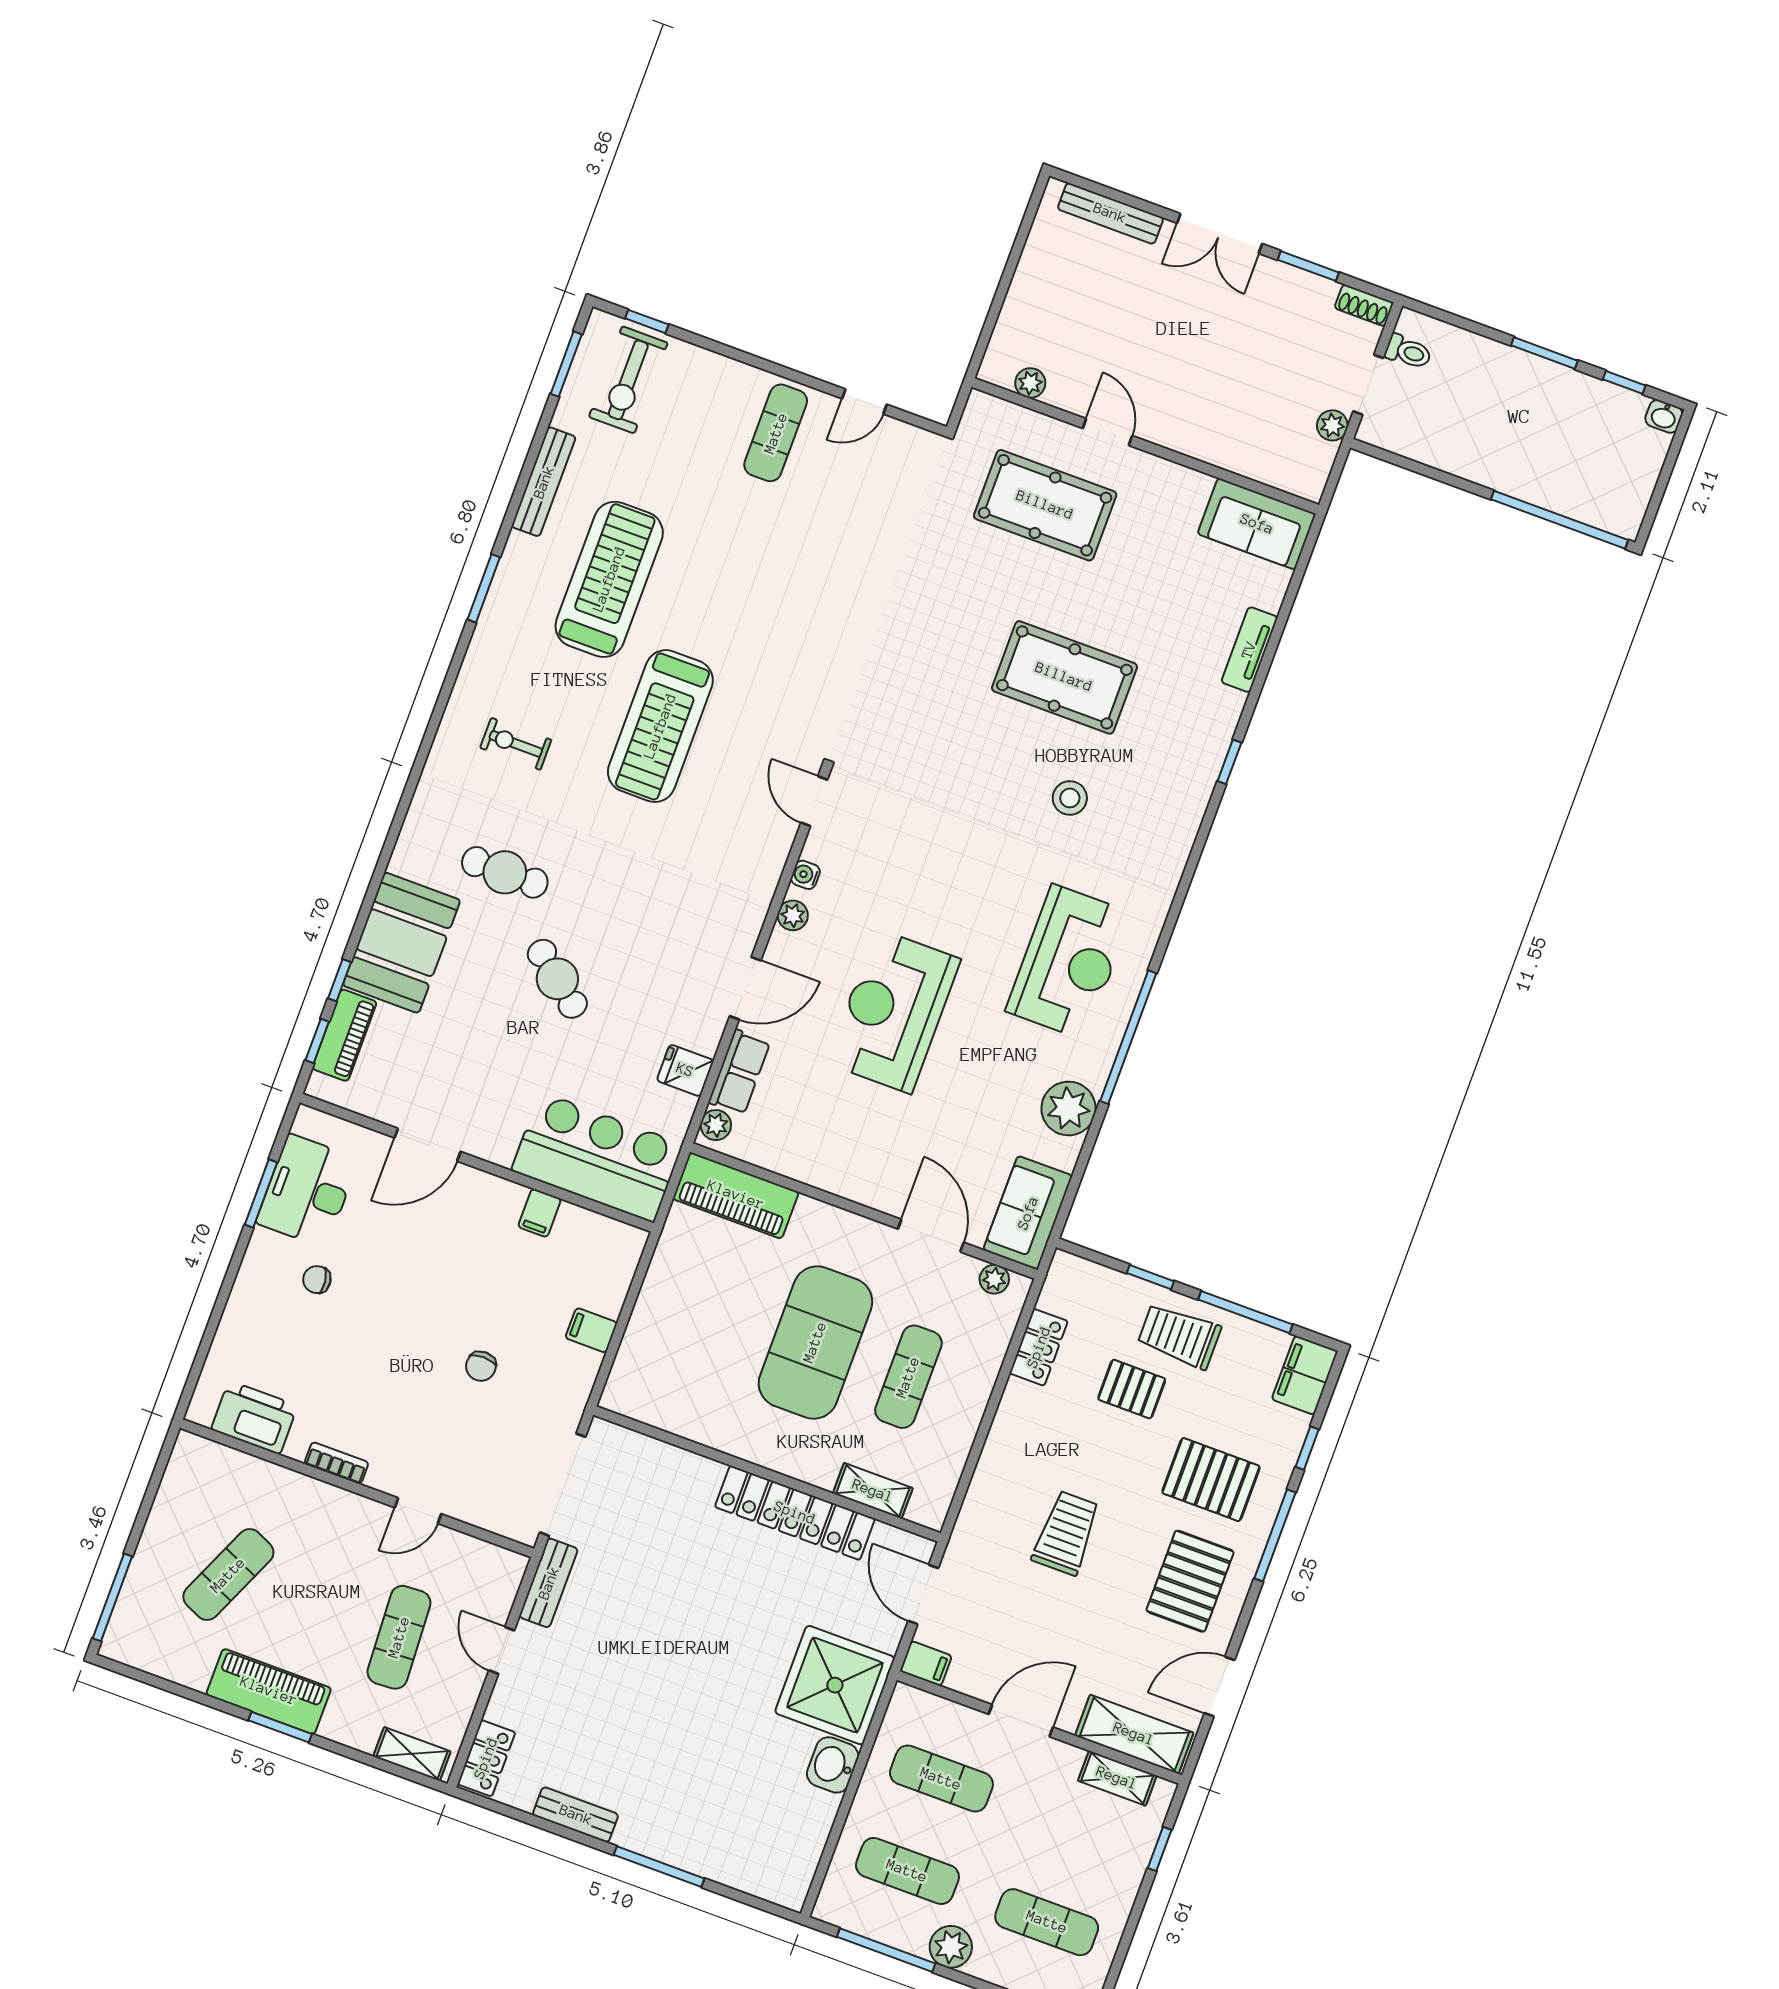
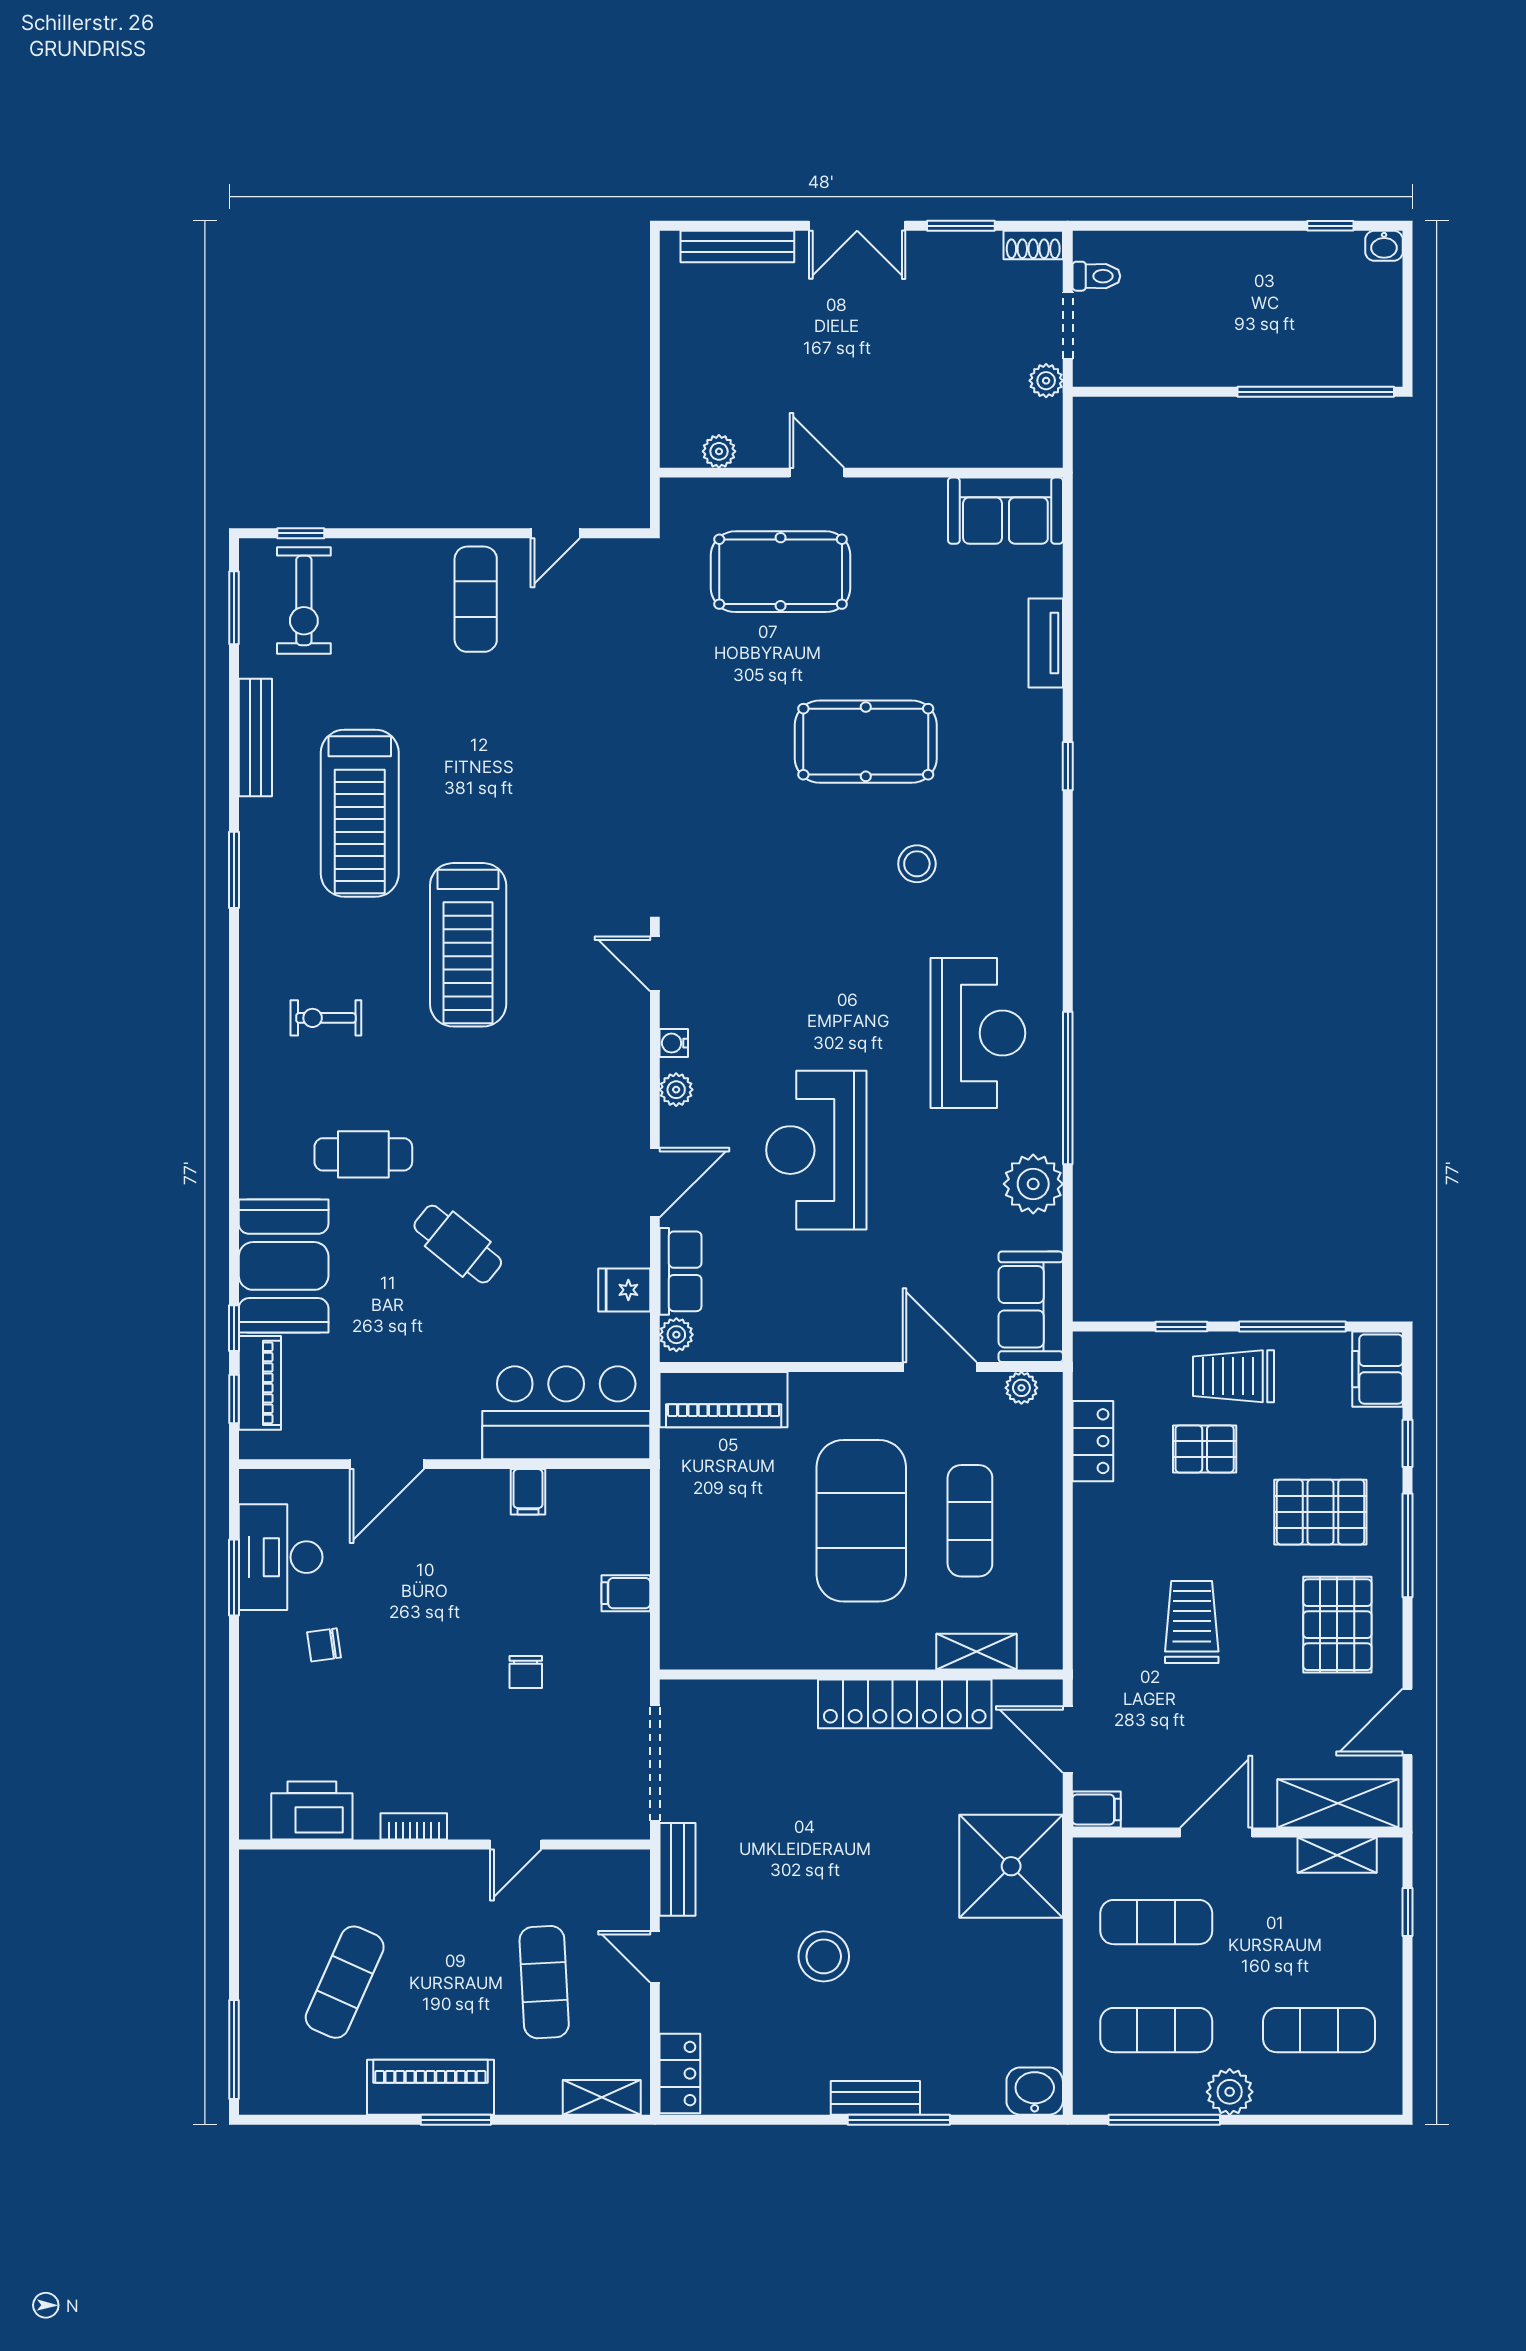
window: (1544, 353) -> (1237, 226), removed
treadmill: (609, 579) -> (360, 813), turned 180
stool: (646, 1703) -> (824, 1956), added
washbasin: (833, 1765) -> (1035, 2091), moved, turned 90
bench: (576, 1815) -> (875, 2098), moved

